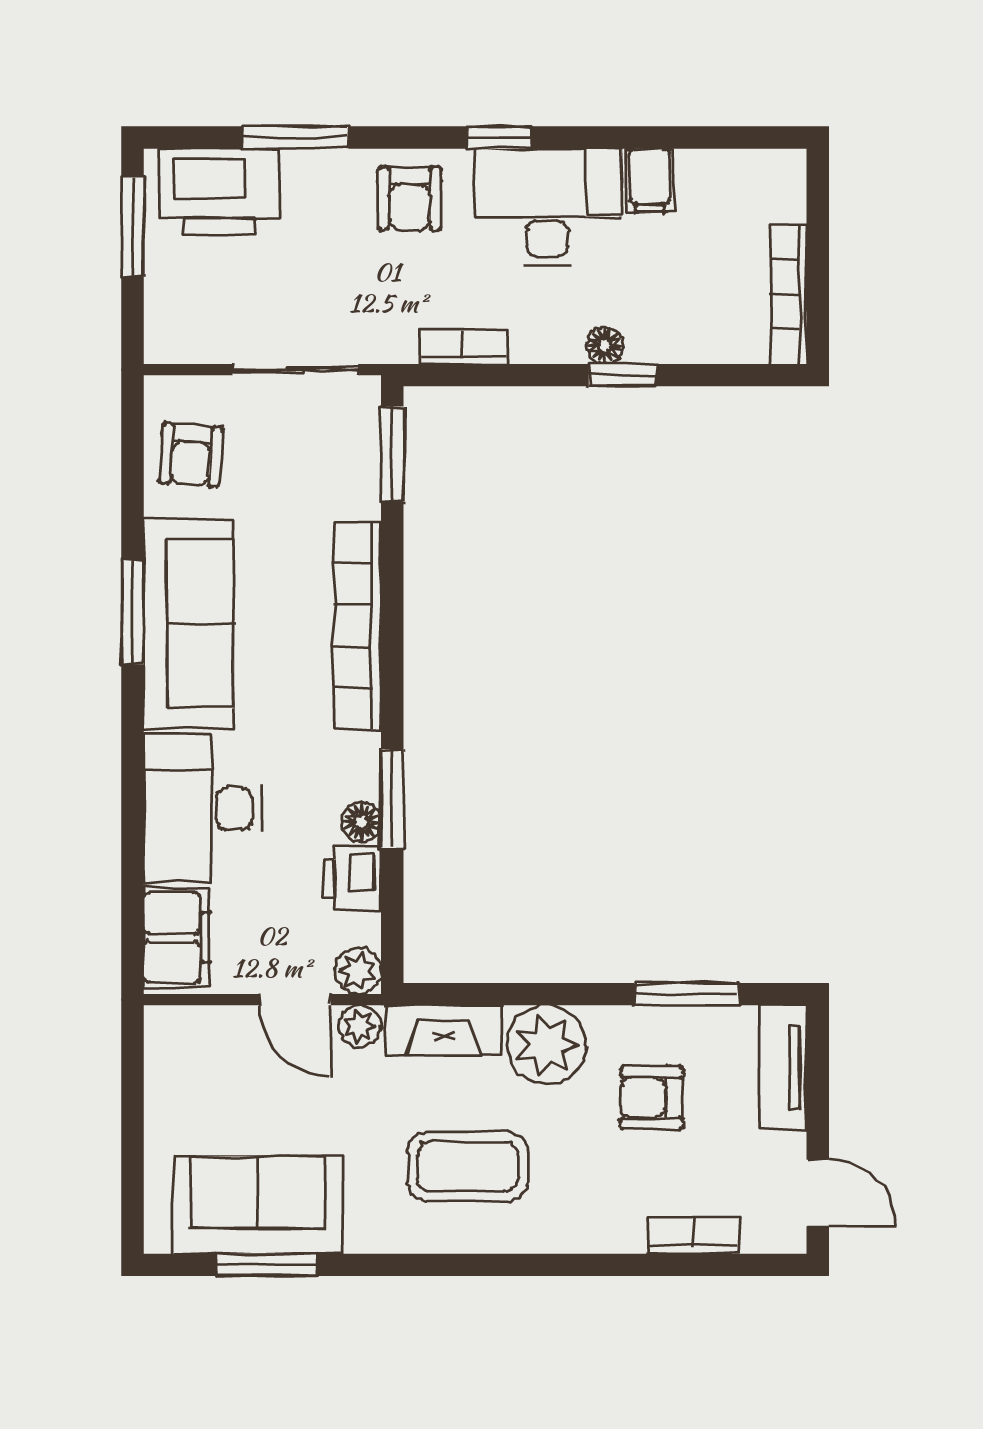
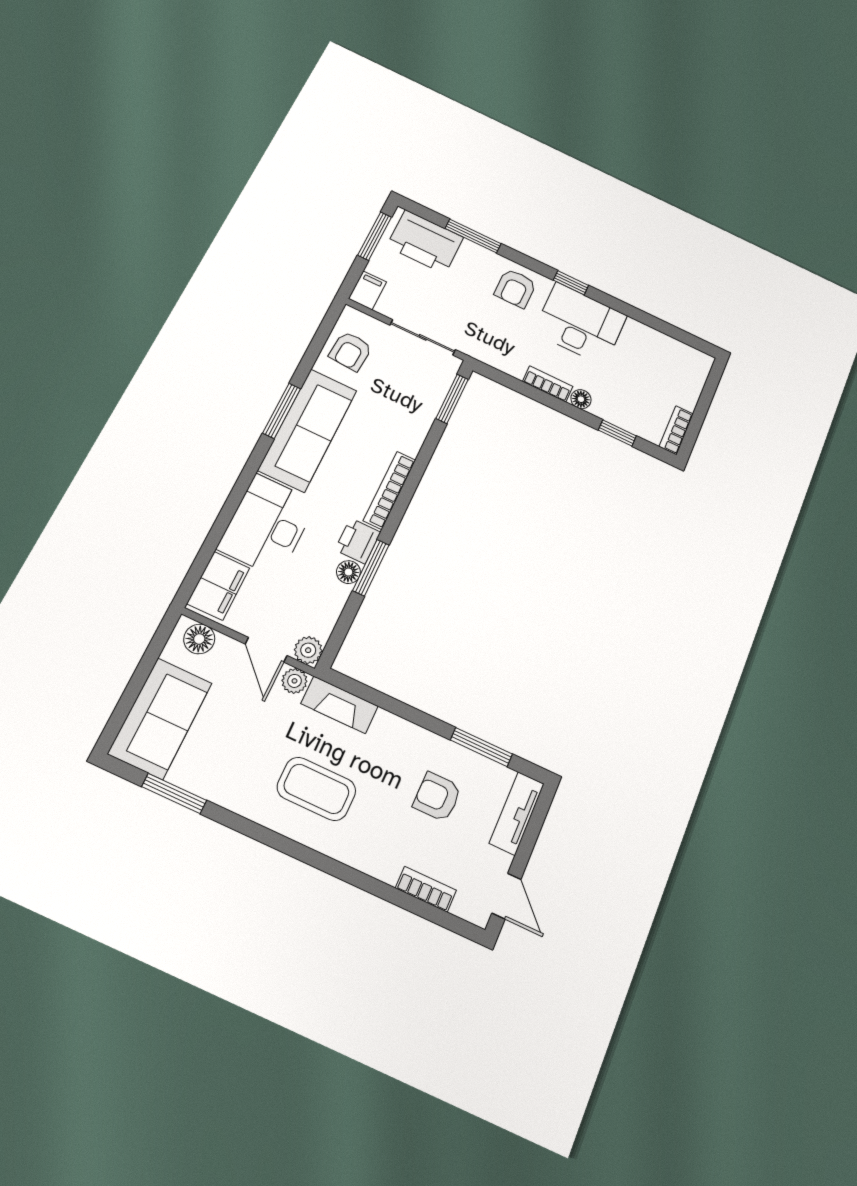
filing cabinet: (650, 180) -> (367, 290), moved, turned 180
bookcase: (789, 294) -> (676, 430), width x0.64
bookcase: (463, 347) -> (548, 384), moved
window: (623, 375) -> (617, 433), moved
bookcase: (358, 625) -> (390, 490), width x0.68, depth x0.76
printer: (352, 878) -> (358, 541), moved
floor lamp: (189, 1030) -> (199, 639), added
plant: (546, 1045) -> (392, 740), removed
sofa: (258, 1205) -> (160, 718), moved, turned 90

